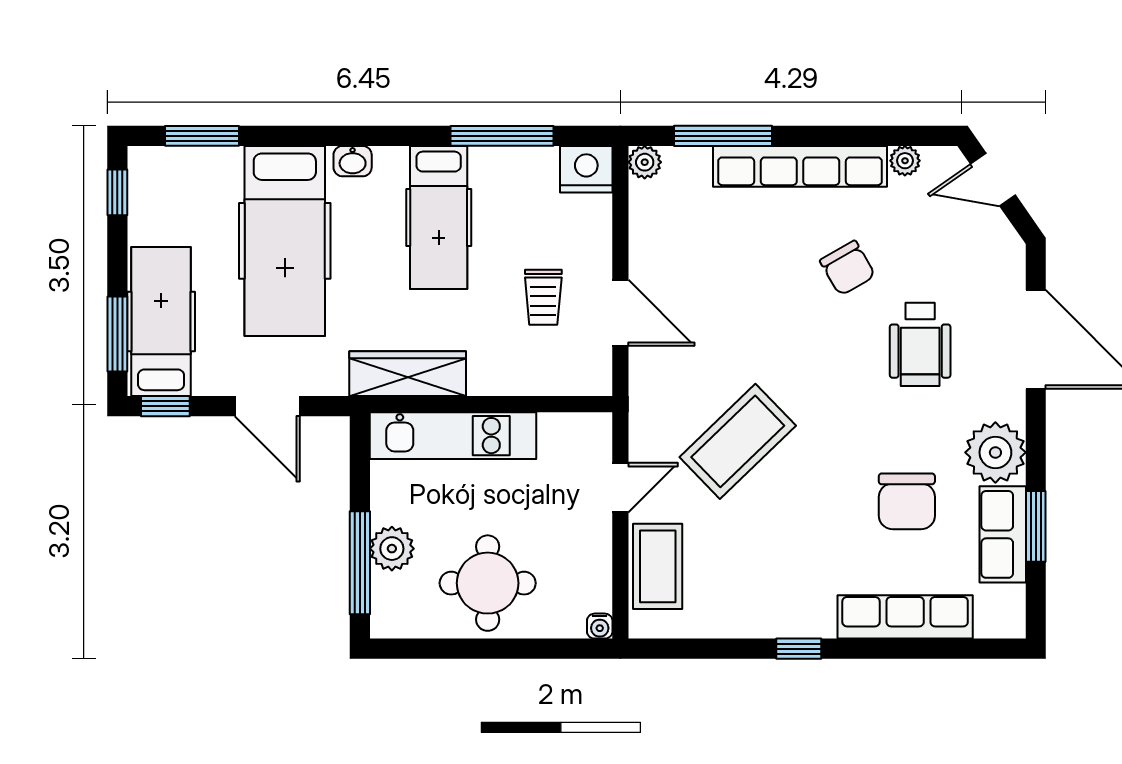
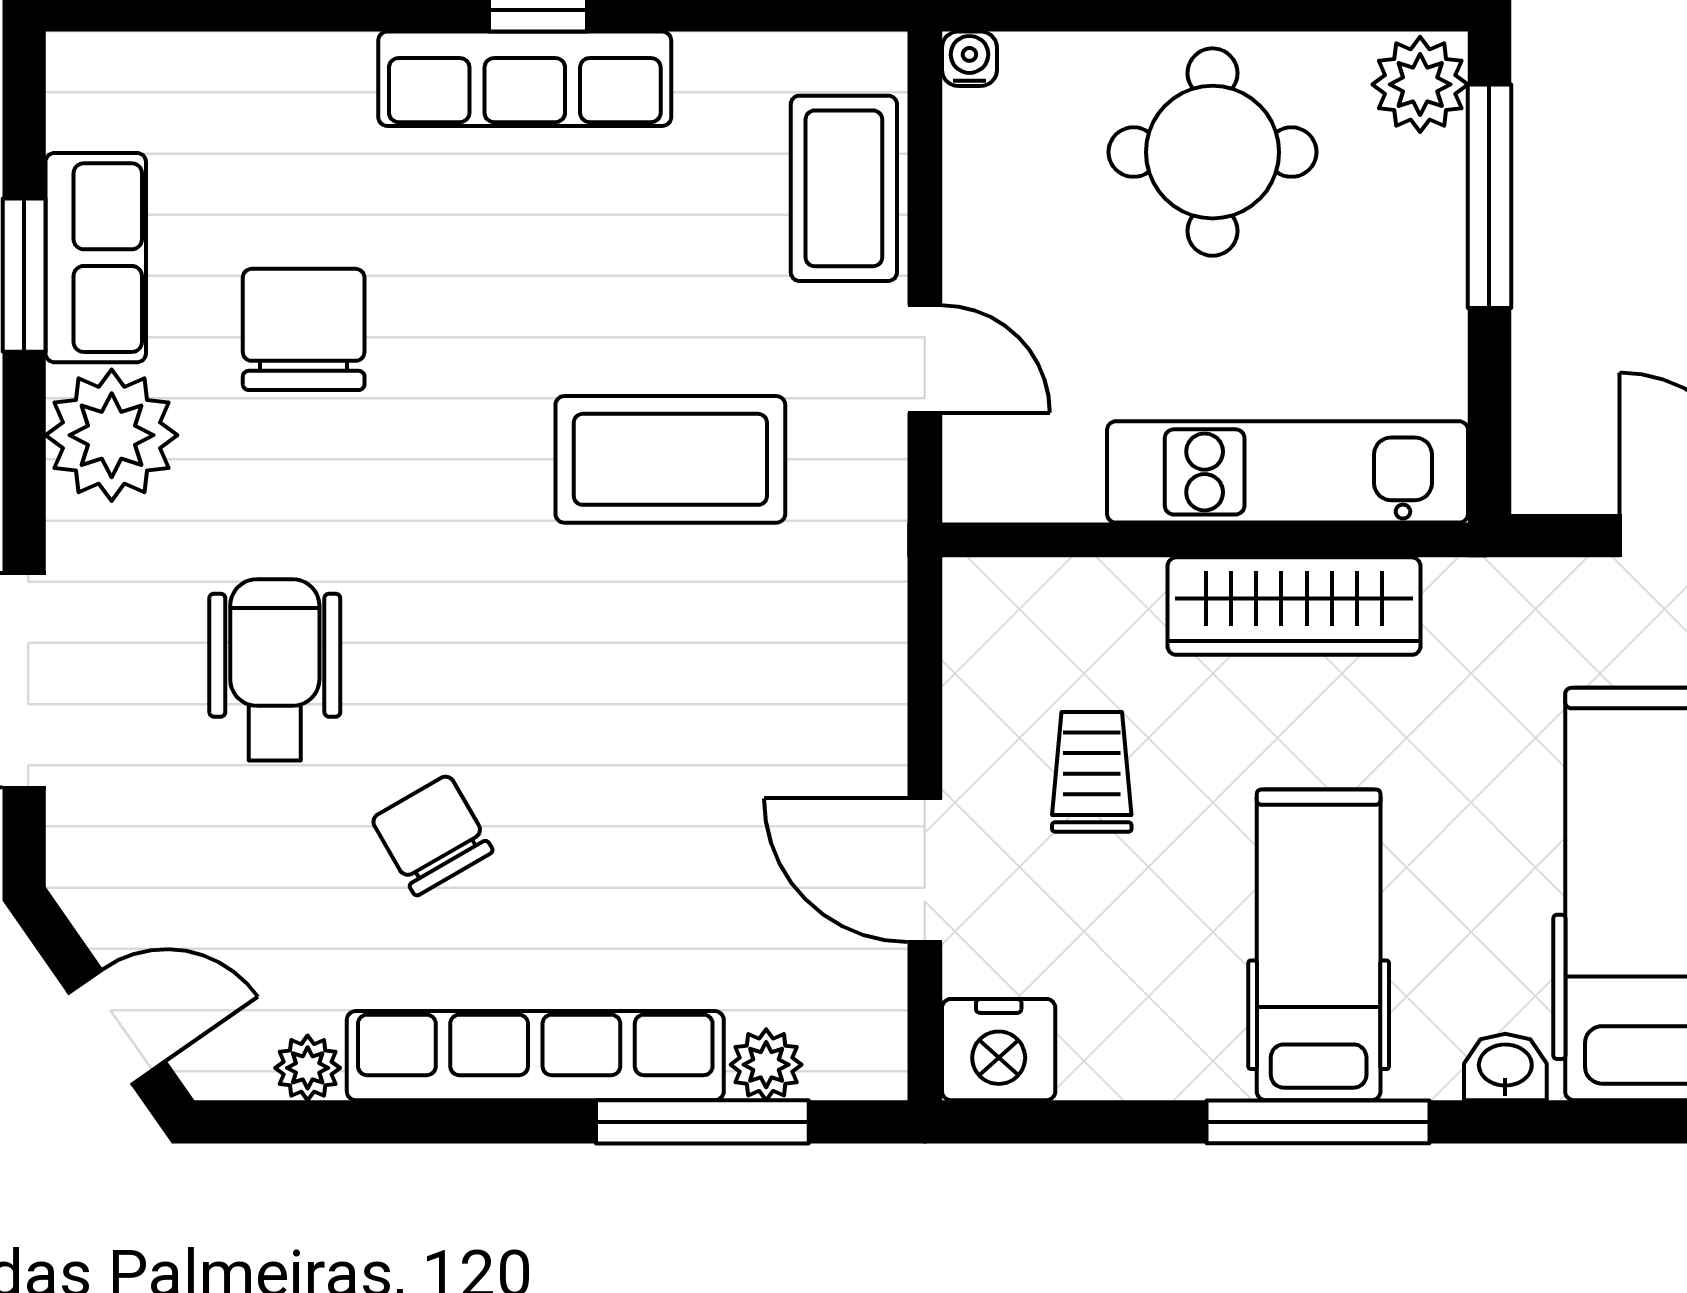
window: (502, 136) -> (1318, 1122), moved
plant: (645, 162) -> (766, 1065), moved
door: (620, 313) -> (925, 870), moved
wardrobe: (408, 374) -> (1294, 606), moved
coffee table: (738, 441) -> (670, 459), turned 44
door: (620, 488) -> (925, 359), swing flipped
plant: (392, 549) -> (1420, 84), moved
row of seats: (905, 617) -> (525, 79), moved

